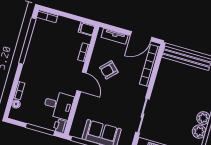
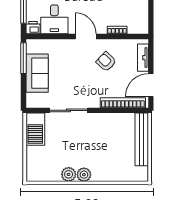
filing cabinet: (87, 29) -> (142, 26), removed
door: (141, 36) -> (151, 85), hinge flipped
door: (81, 82) -> (86, 37), swing flipped

